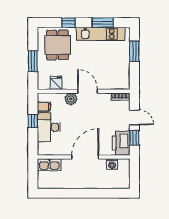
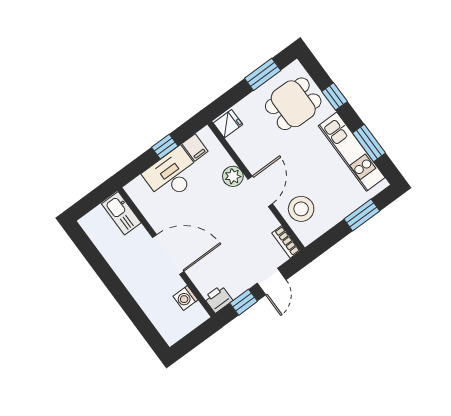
window: (33, 61) -> (263, 74), moved
stool: (110, 78) -> (301, 209), added
fridge: (56, 83) -> (228, 124), moved
printer: (121, 143) -> (218, 299), width x0.53, depth x0.68

